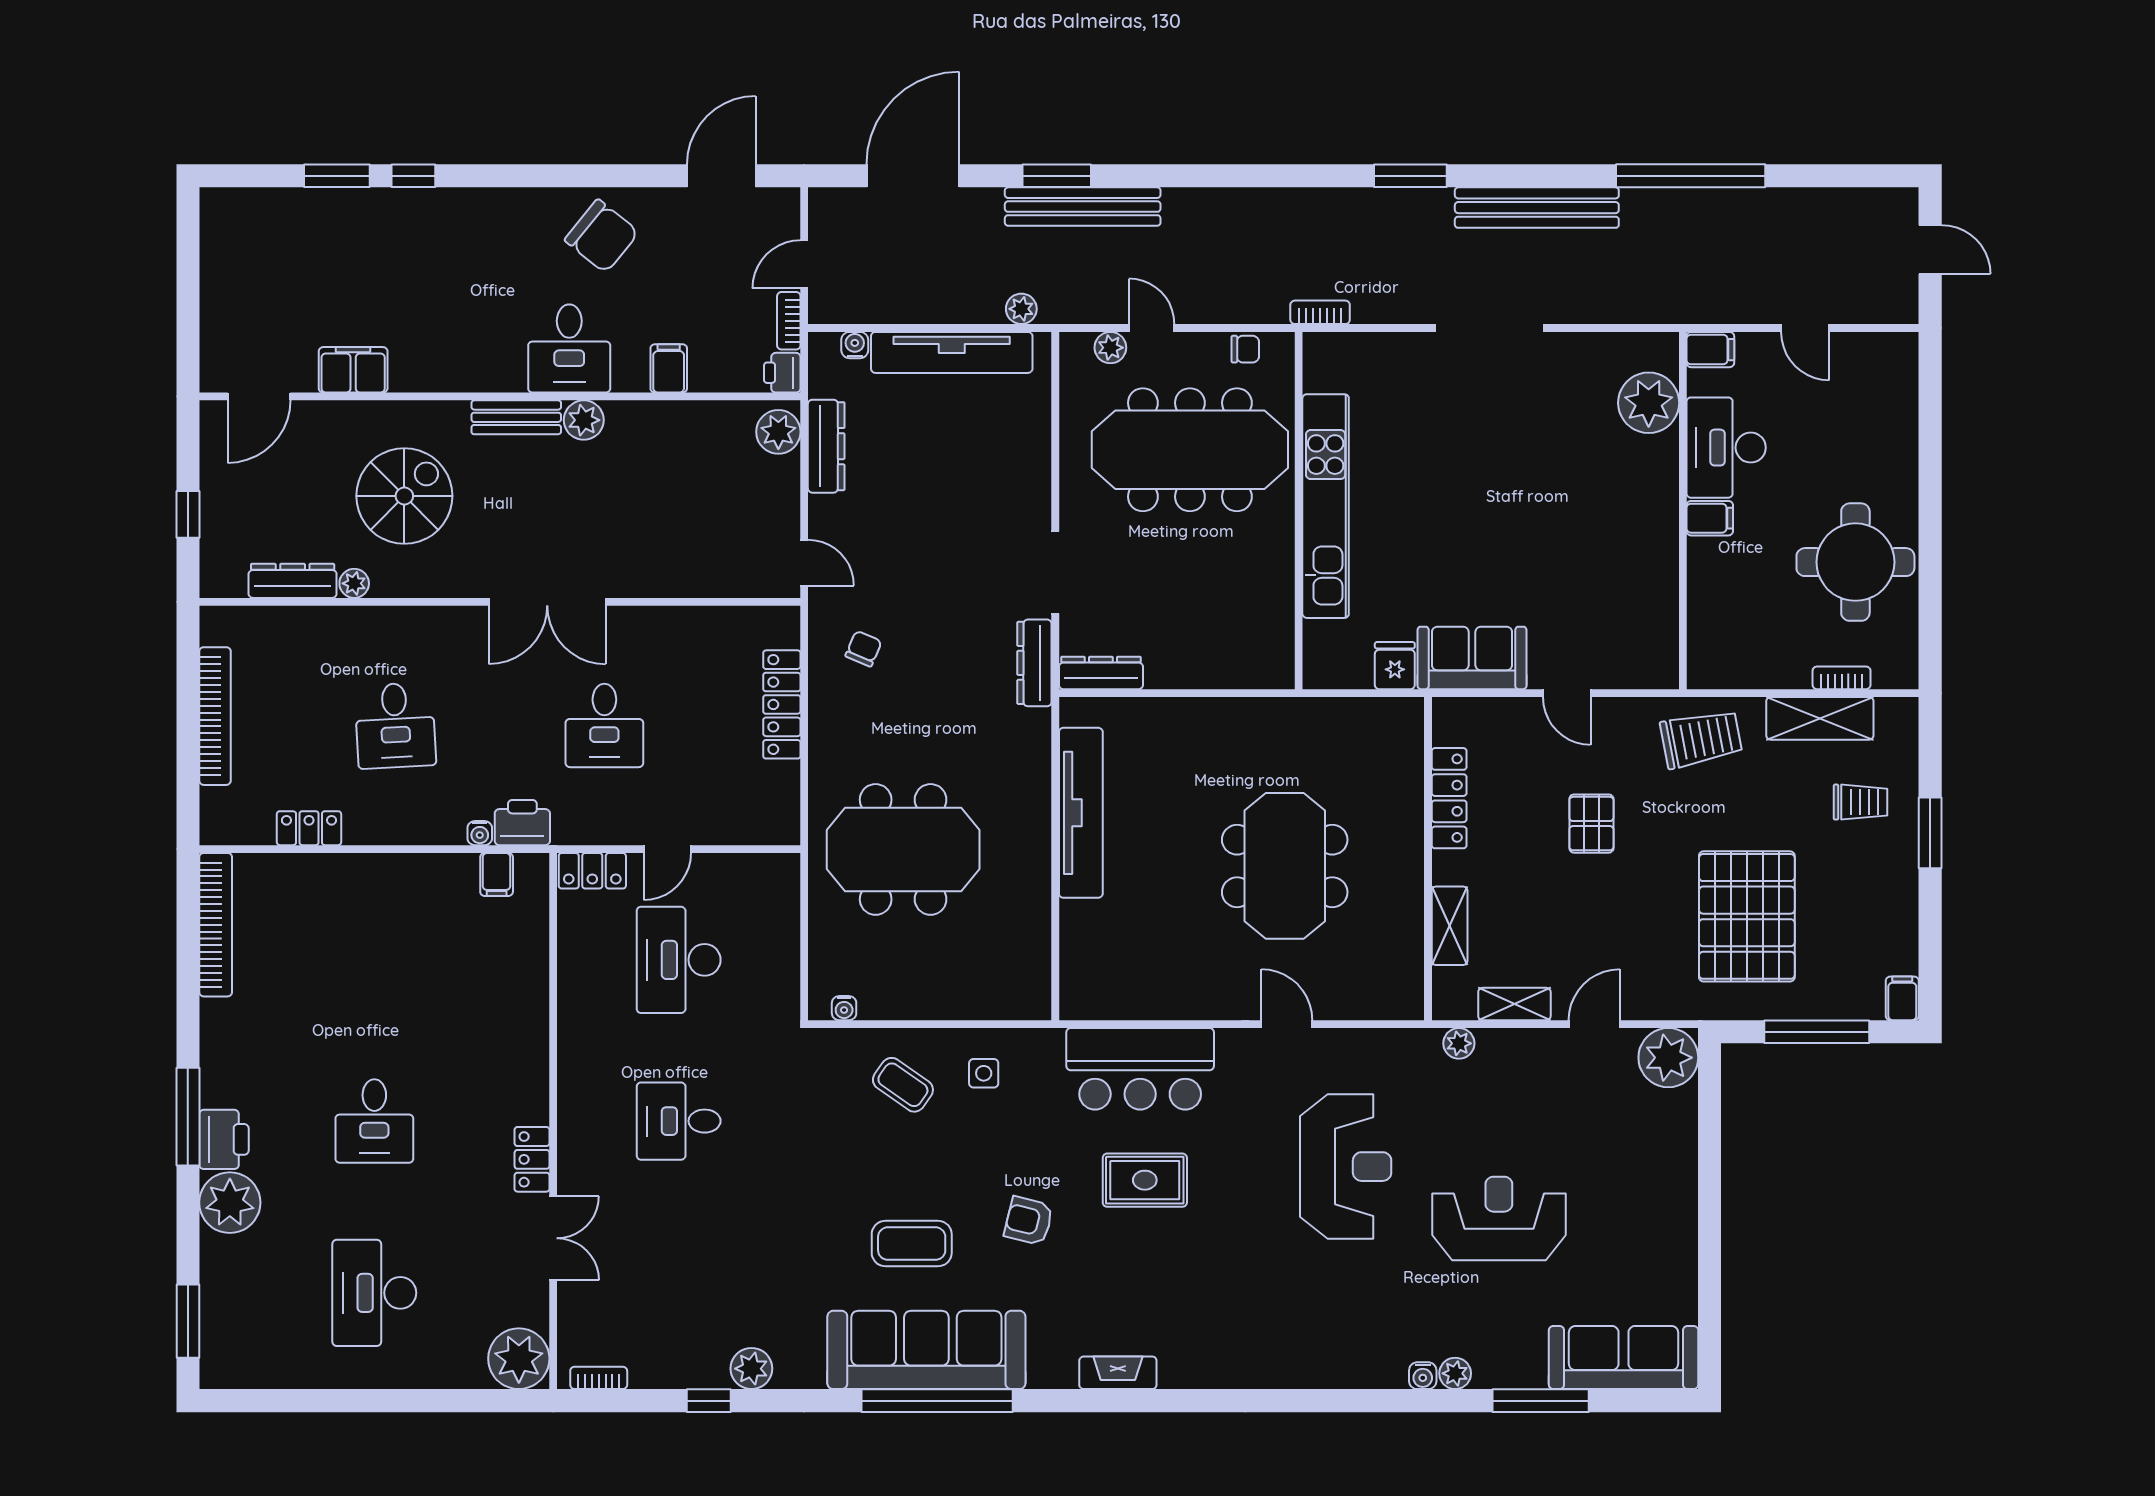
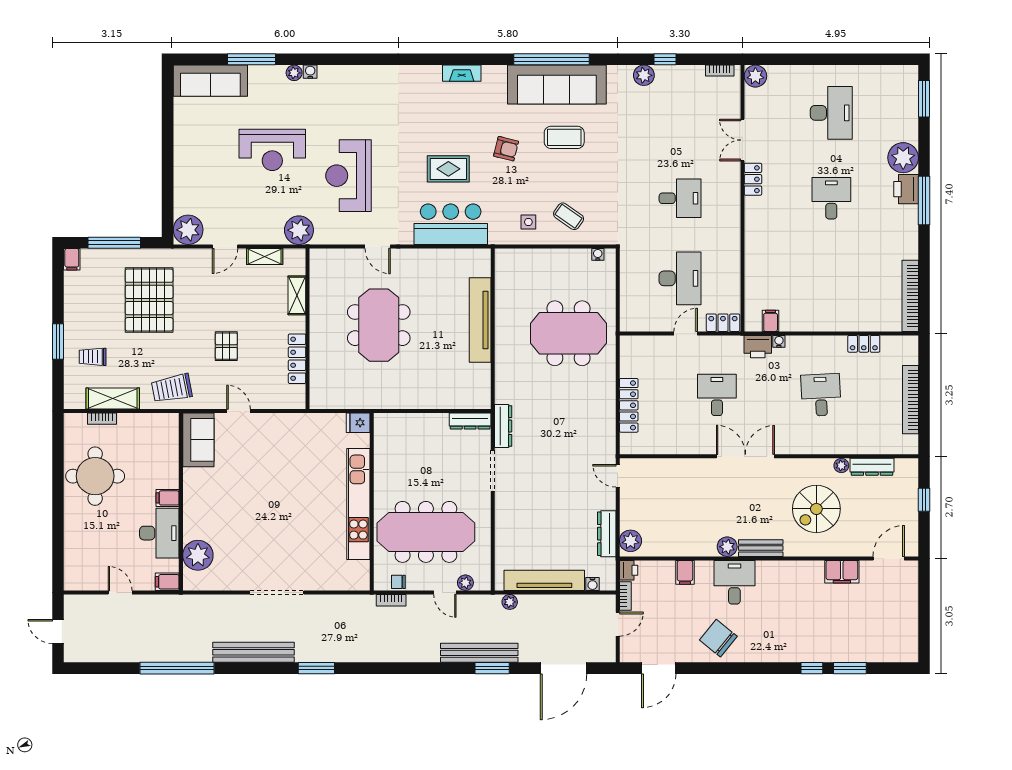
bookcase: (1320, 312) -> (391, 600), moved
chair: (864, 649) -> (588, 433), removed
sofa: (1472, 658) -> (198, 440), moved, turned -90
fridge: (1395, 666) -> (358, 423), moved, turned 90
tv unit: (1081, 813) -> (480, 320), moved
plant: (1459, 1043) -> (299, 230), width x1.87, depth x1.87
plant: (519, 1359) -> (755, 76), width x0.73, depth x0.73

